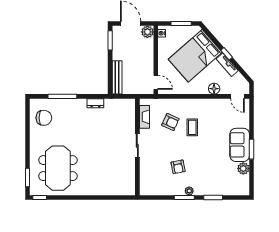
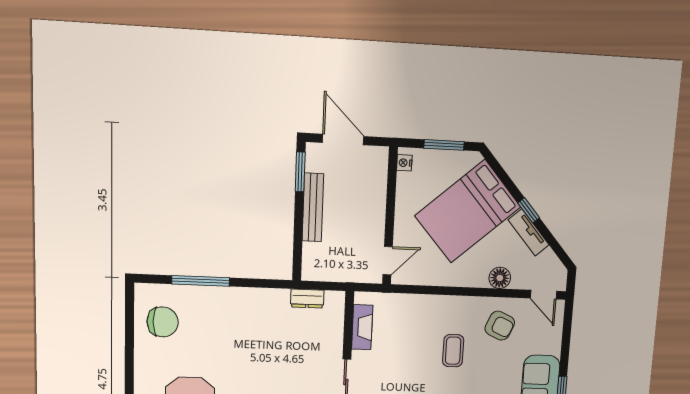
plant: (147, 32) -> (376, 158), removed
bench: (117, 77) -> (313, 207), moved
door: (156, 82) -> (388, 261), hinge flipped
dresser: (95, 103) -> (307, 299), moved
armchair: (170, 122) -> (500, 326), moved

